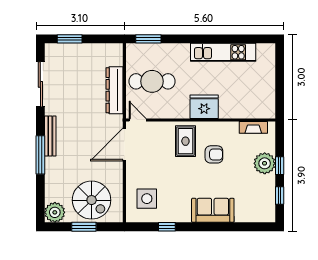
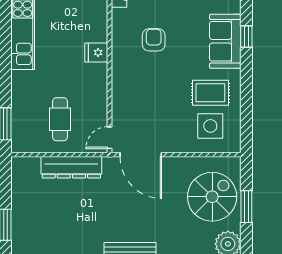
cafe table: (152, 81) -> (60, 119), width x0.73, depth x0.74
fridge: (204, 107) -> (96, 53), width x0.53, depth x0.75
rug: (185, 141) -> (210, 93), moved
window: (167, 227) -> (246, 37), moved

